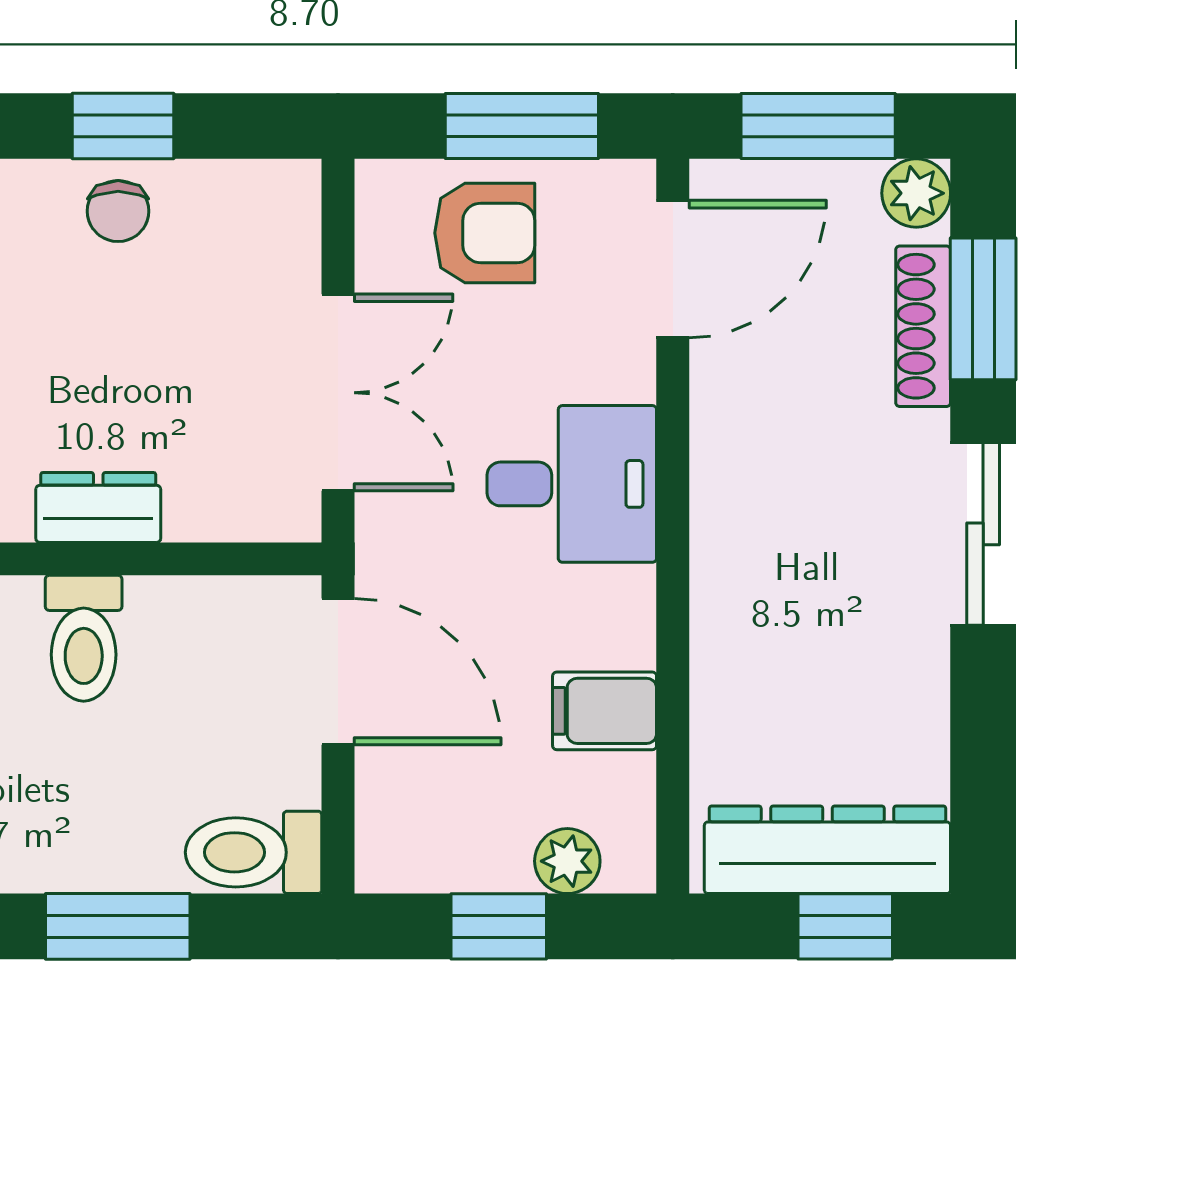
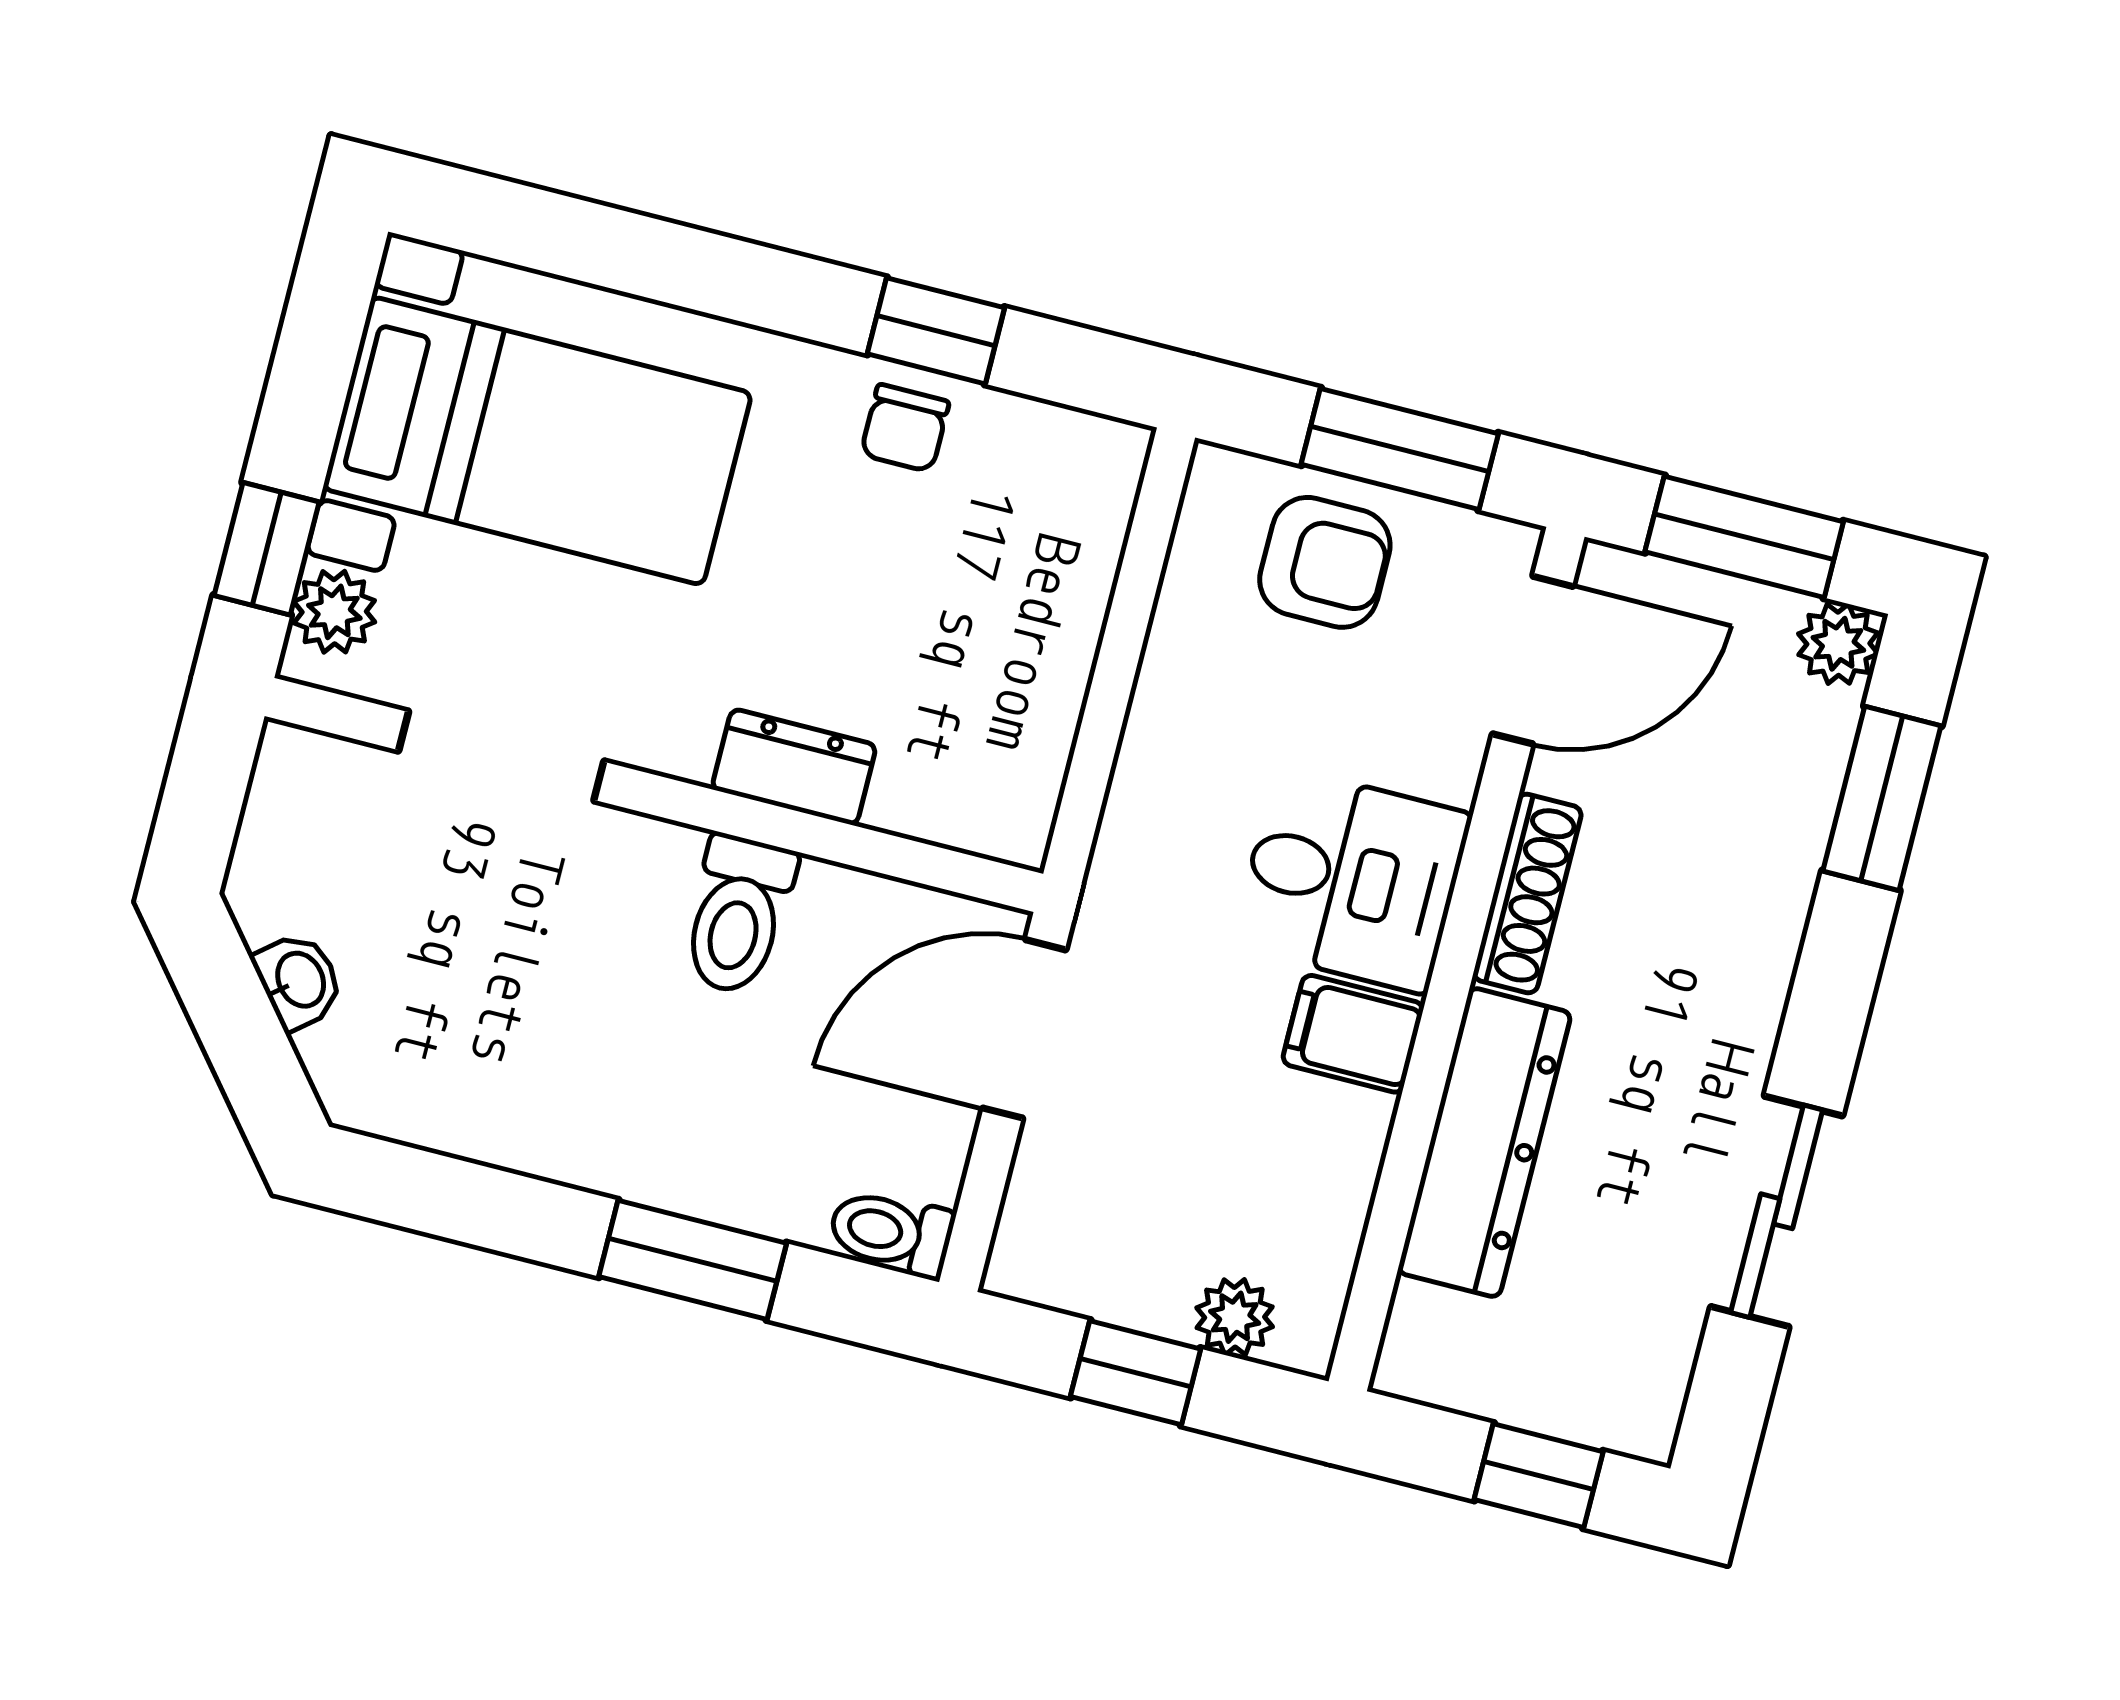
shoe rack: (923, 326) -> (1527, 893), moved, turned 180
double door: (338, 393) -> (1107, 704), removed
sliding door: (983, 534) -> (1777, 1211), moved
door: (338, 672) -> (1024, 1029), swing flipped
filing cabinet: (605, 711) -> (1353, 1034), moved
dresser: (827, 850) -> (1484, 1143), moved, turned 90
toilet: (254, 852) -> (891, 1233), width x0.73, depth x0.72

